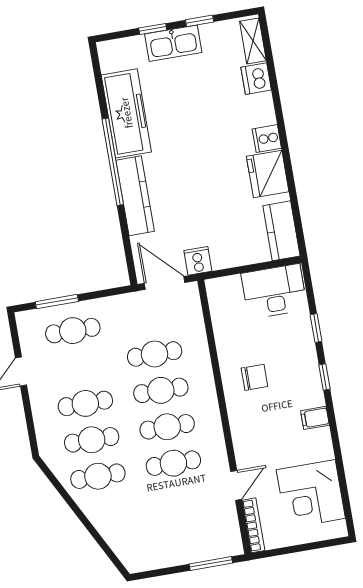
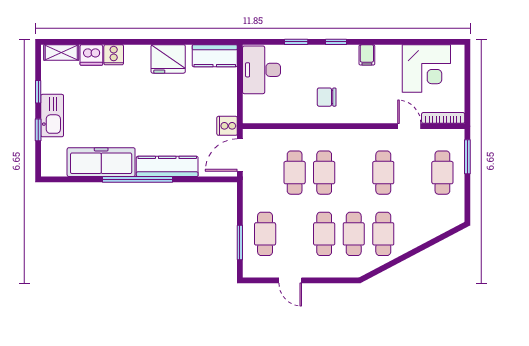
cooker: (267, 139) -> (114, 55), moved
chair: (254, 377) -> (327, 97), turned -90
cafe table: (167, 427) -> (442, 173), moved

